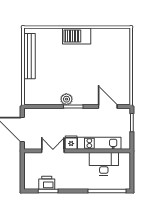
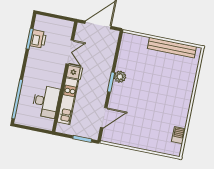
barbecue: (77, 36) -> (178, 135), moved, width x0.53, depth x0.65

